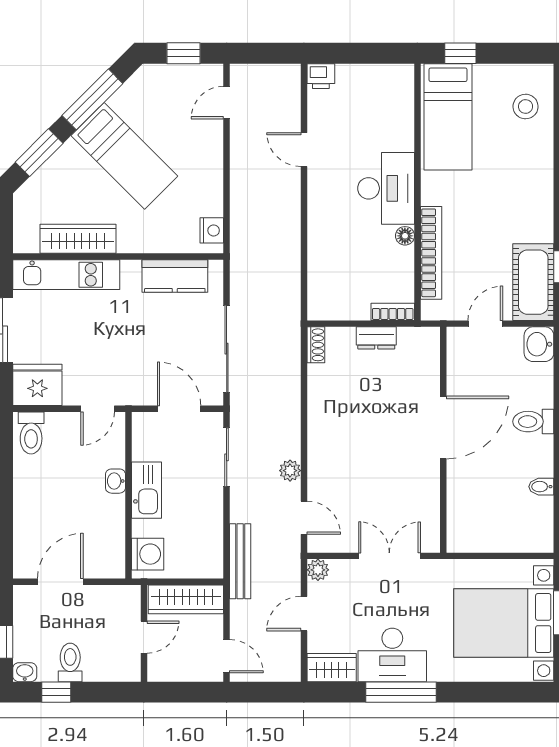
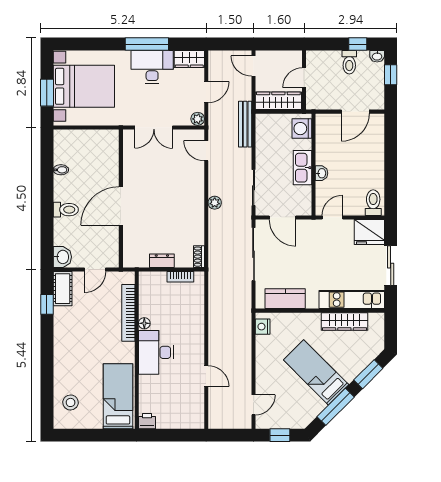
window: (460, 53) -> (110, 435), removed
printer: (321, 76) -> (147, 421), moved
cot: (533, 282) -> (63, 289), width x0.73, depth x0.75
bookcase: (393, 312) -> (180, 277), moved
plant: (290, 471) -> (215, 203), moved

